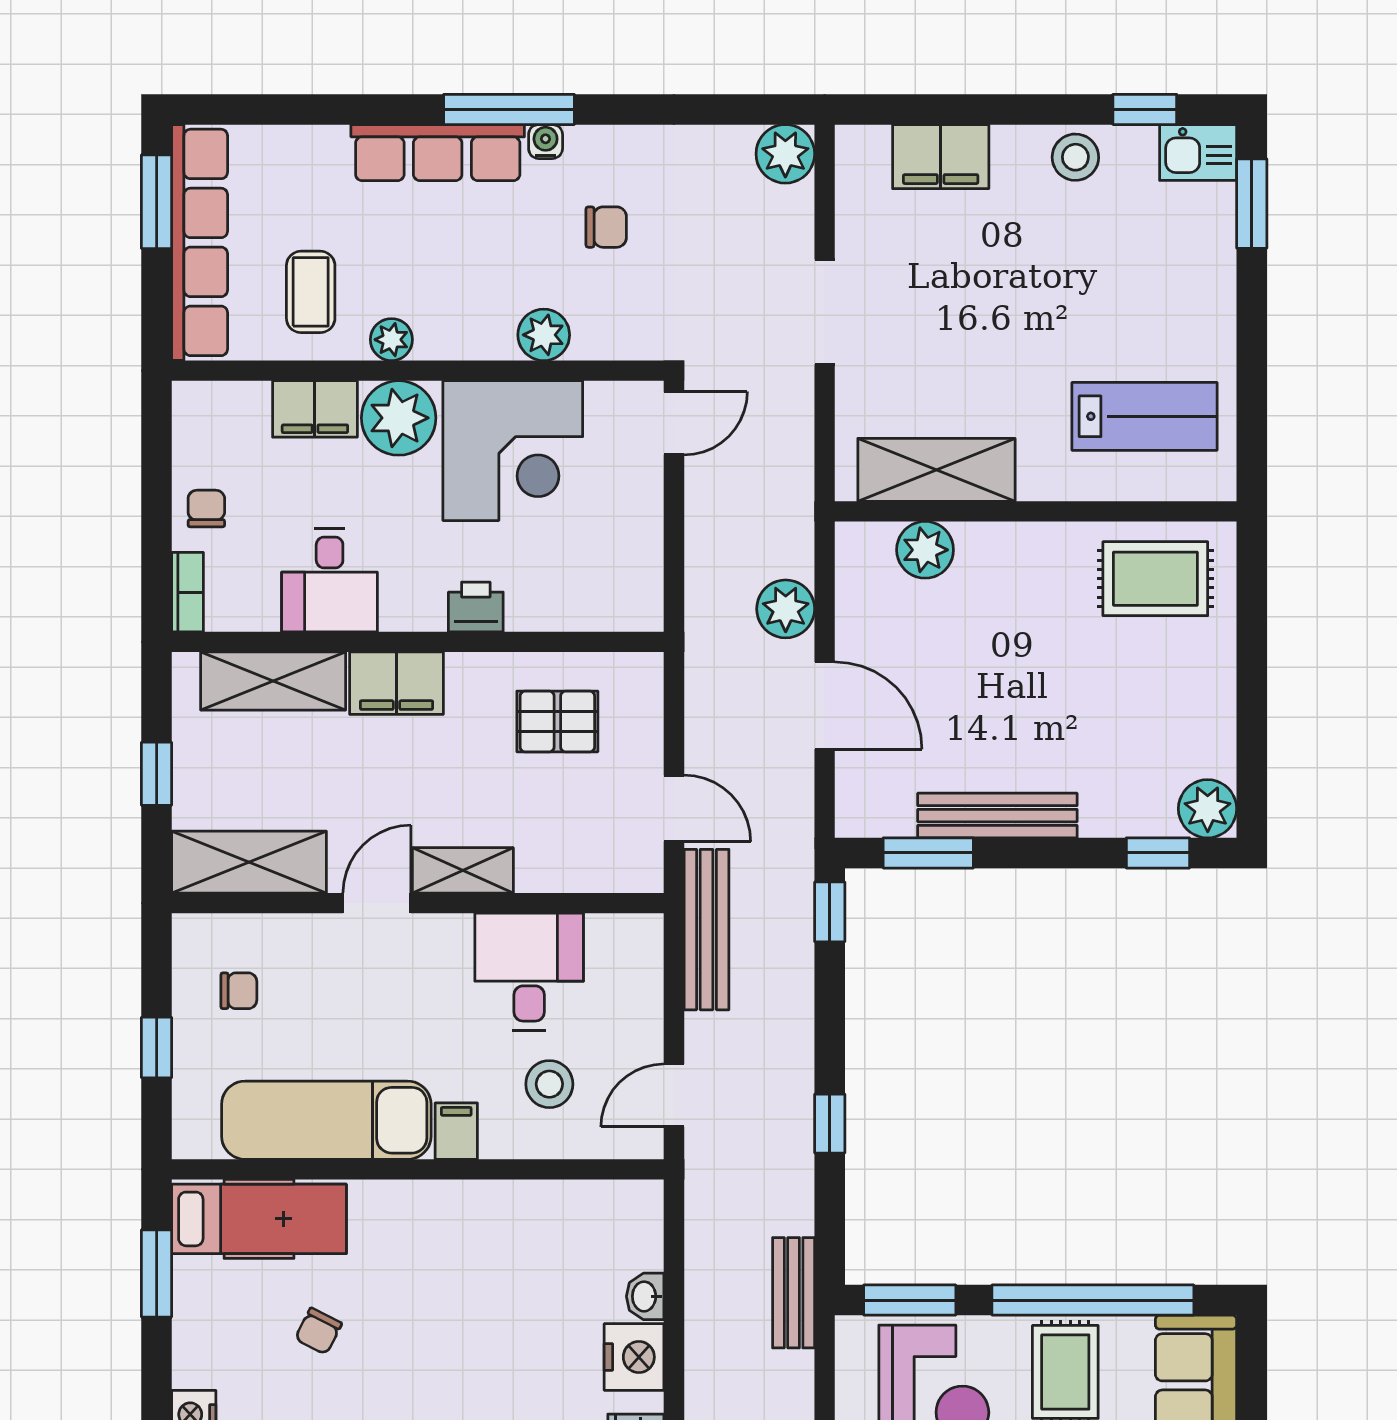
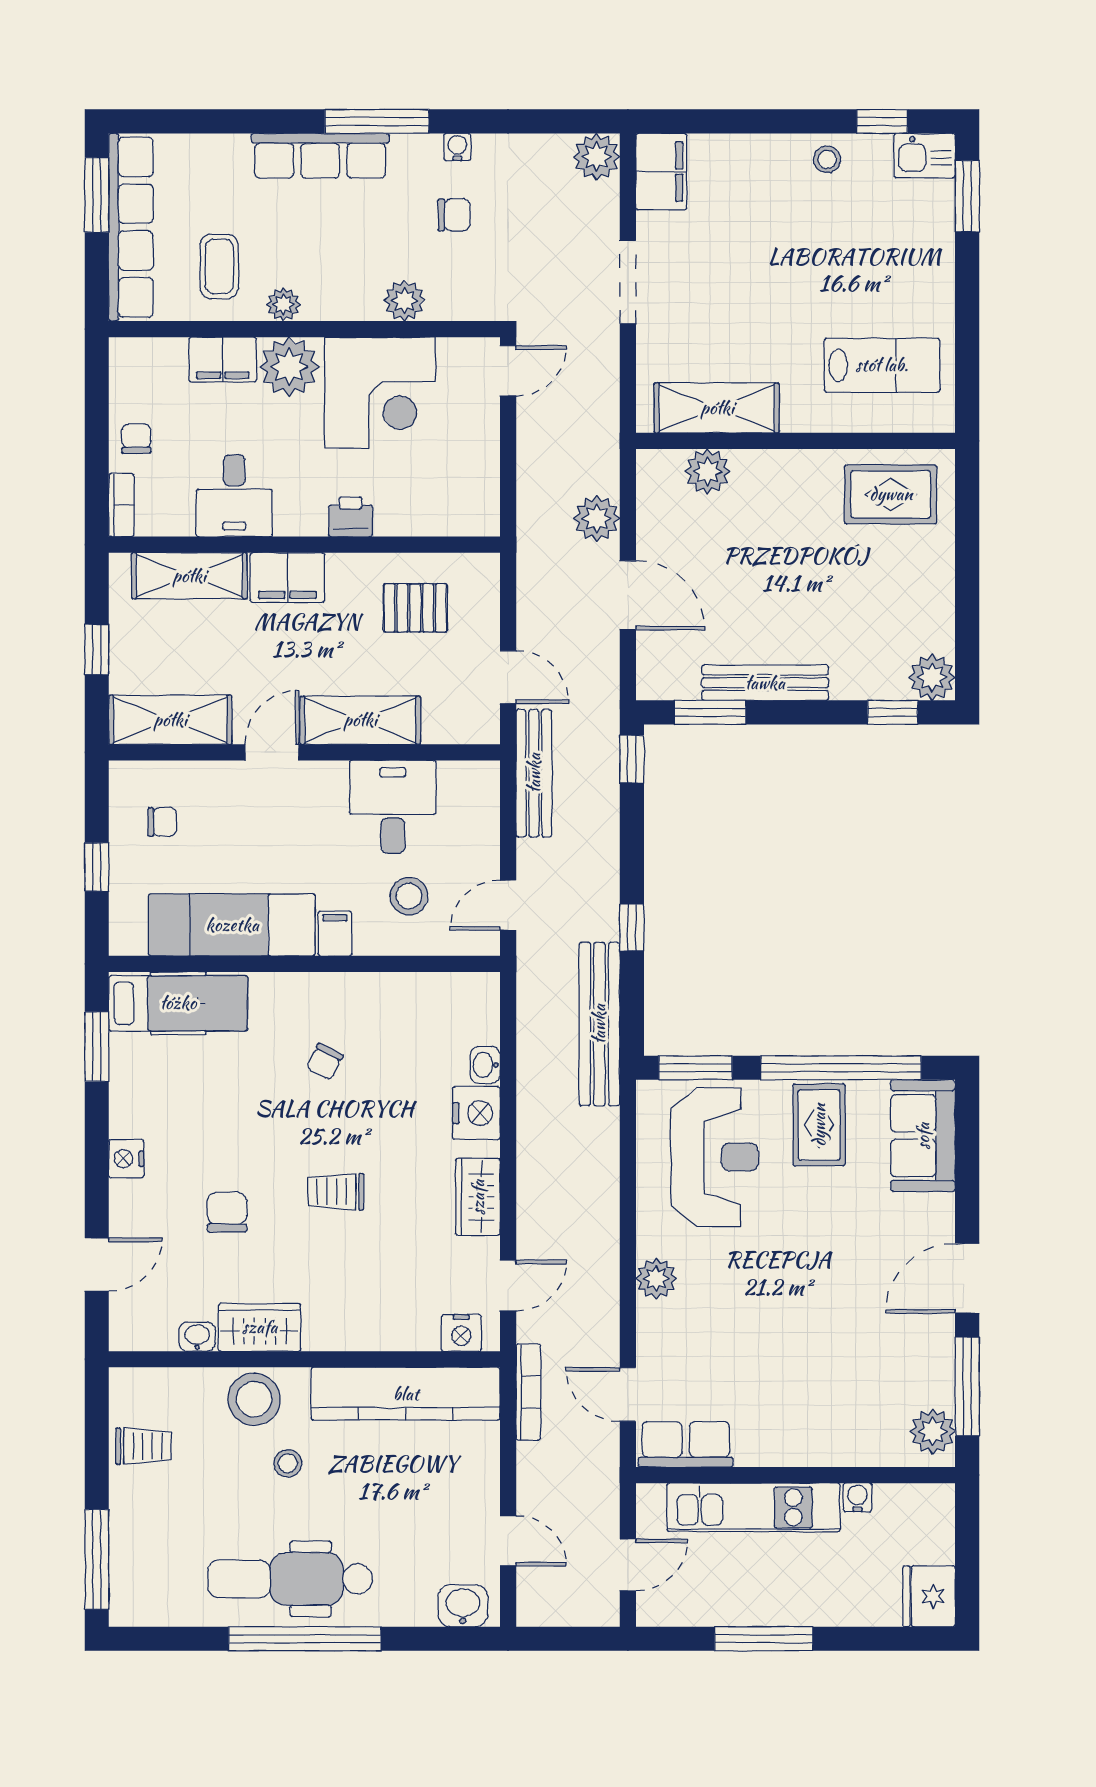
water cooler: (546, 142) -> (457, 147), moved
filing cabinet: (941, 157) -> (661, 172), moved, turned -90
stool: (1075, 157) -> (827, 159), width x0.73, depth x0.73
shelving: (463, 870) -> (360, 720), width x1.50, depth x1.33
bench: (794, 1293) -> (599, 1024), width x1.86, depth x1.21
chair: (318, 1331) -> (325, 1062), moved

